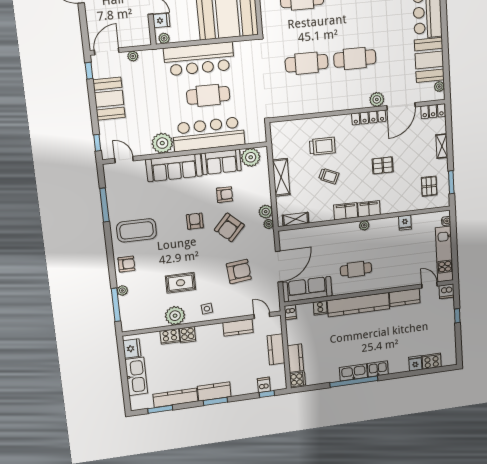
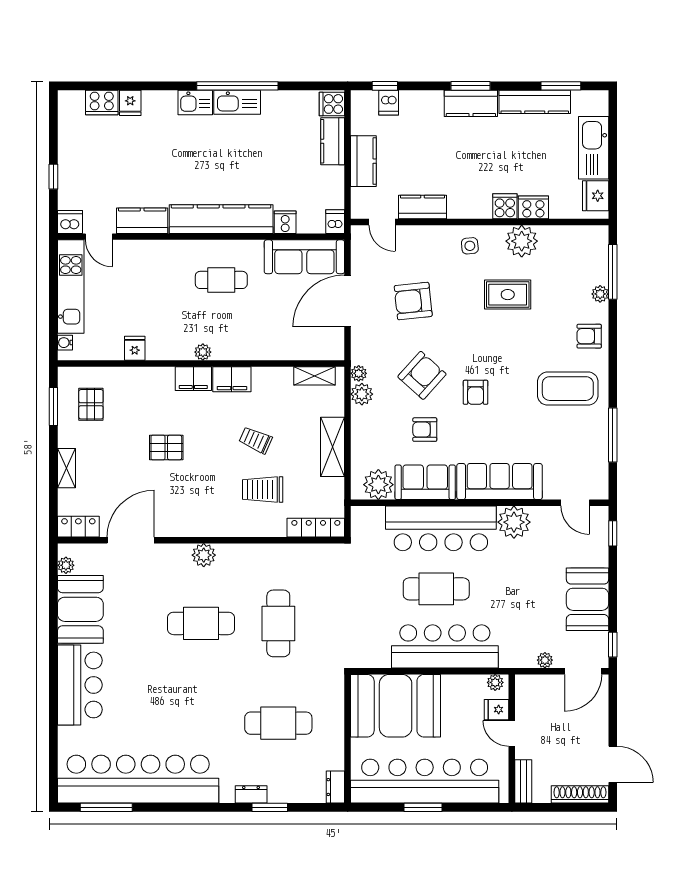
cafe table: (307, 63) -> (278, 623), turned 90
plant: (377, 99) -> (204, 555), moved
locker: (369, 117) -> (316, 528), moved

